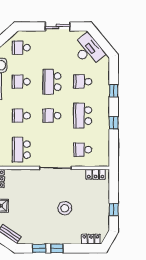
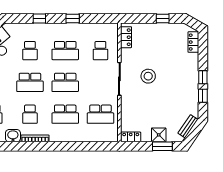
school desk: (21, 116) -> (65, 114), width x1.85
school desk: (52, 116) -> (65, 82), width x1.85
stool: (65, 208) -> (148, 76), moved

